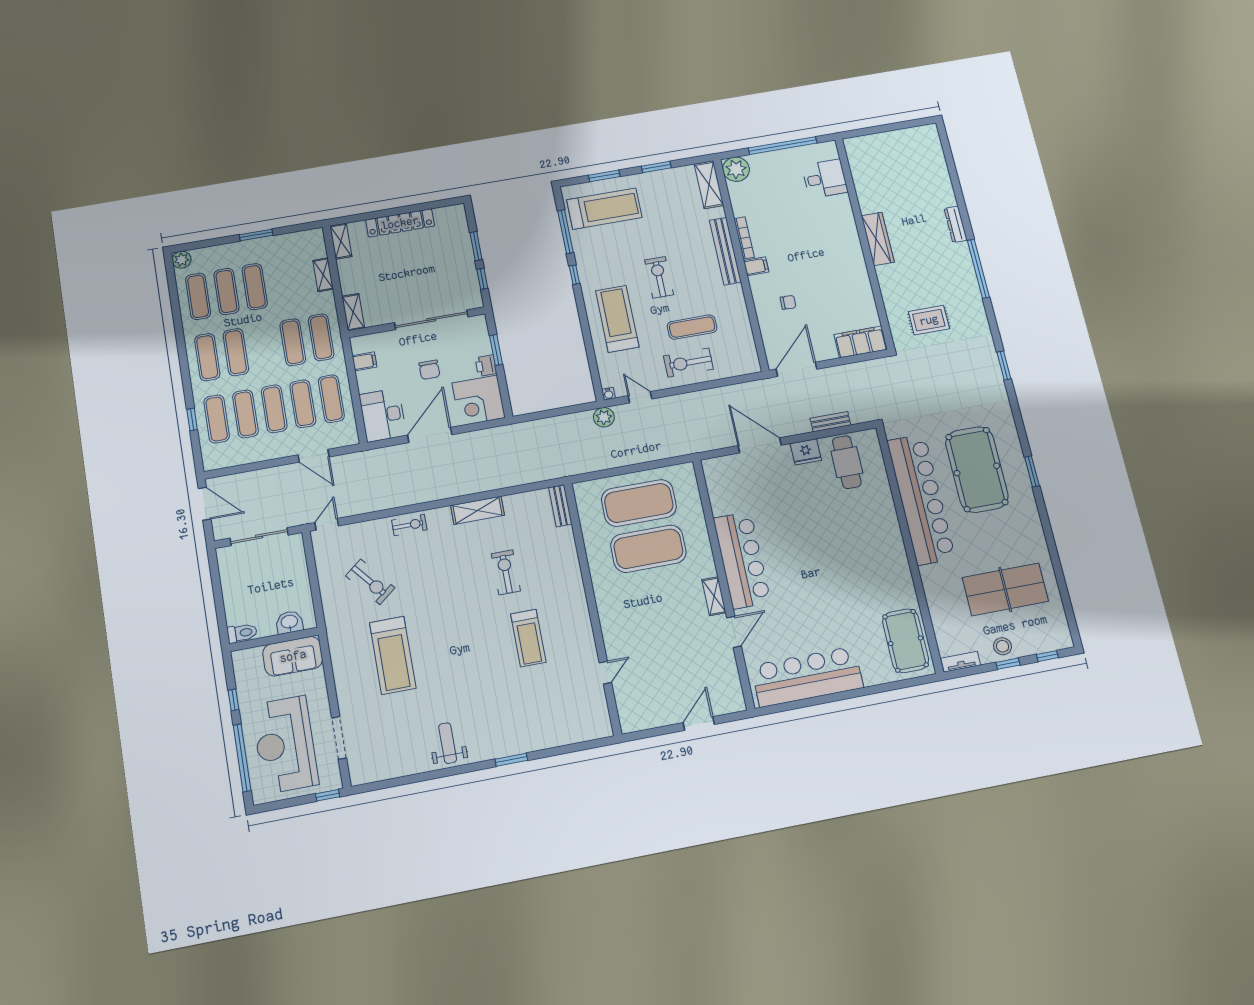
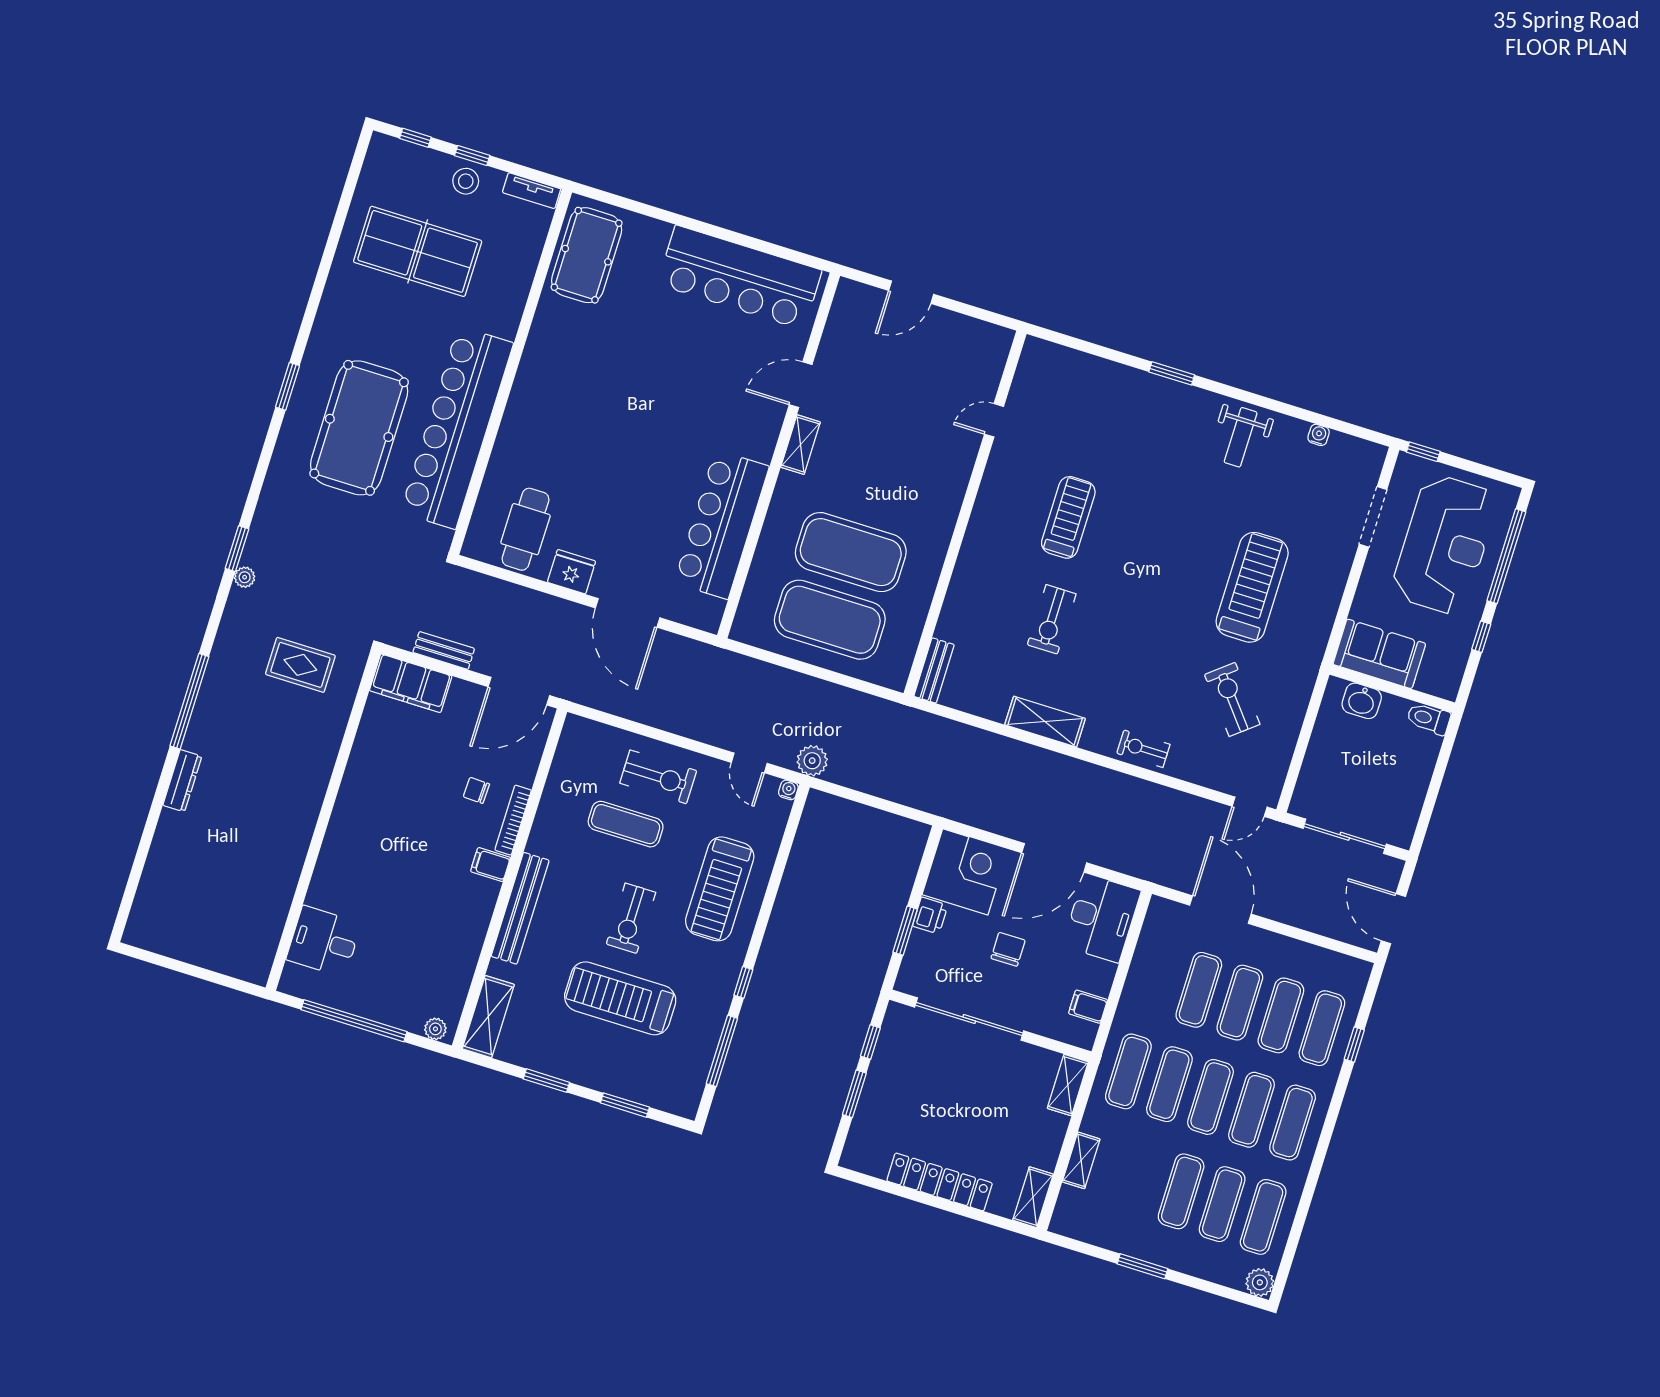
plant: (736, 169) -> (435, 1029), width x0.53, depth x0.53
treadmill: (604, 209) -> (620, 998), moved
bookcase: (744, 238) -> (513, 820), moved
wardrobe: (878, 239) -> (302, 816), removed
plant: (990, 352) -> (245, 577), added
exercise mat: (331, 399) -> (1210, 1097), moved
bench: (830, 422) -> (444, 650), moved
door: (314, 456) -> (1220, 910), width x1.36
bar counter: (742, 560) -> (722, 525), moved
water cooler: (399, 771) -> (1319, 435), added

